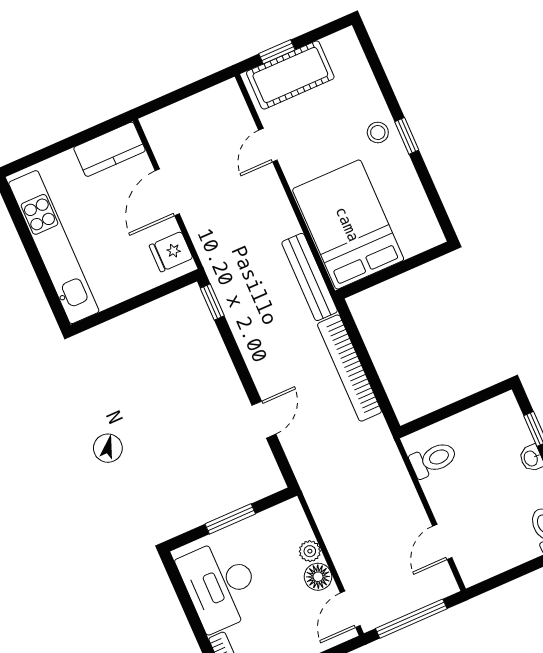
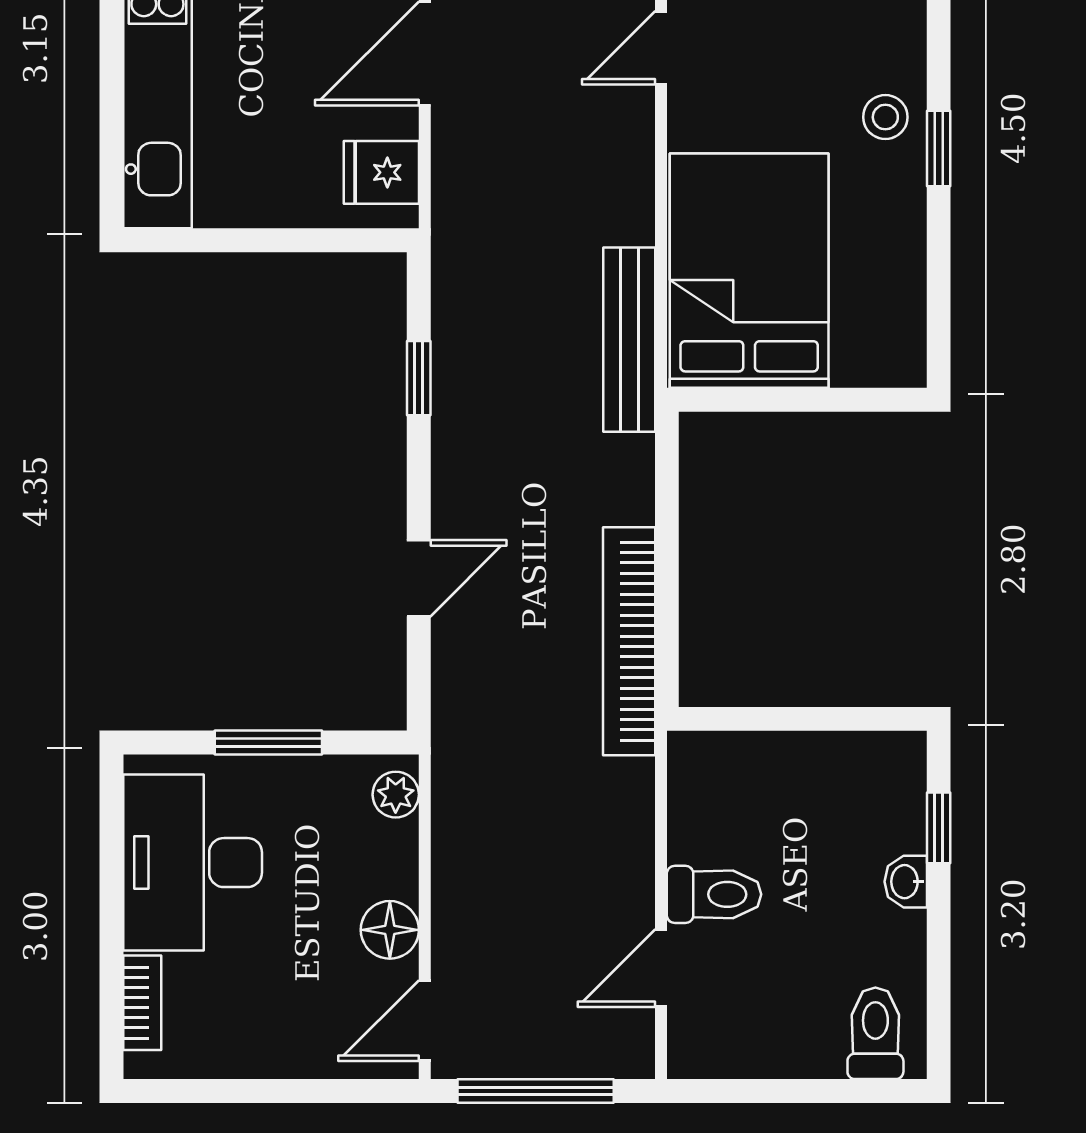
window: (212, 302) -> (419, 378), moved
bookcase: (349, 368) -> (629, 641), moved
toilet: (433, 459) -> (714, 894), moved
plant: (310, 551) -> (396, 795), moved

